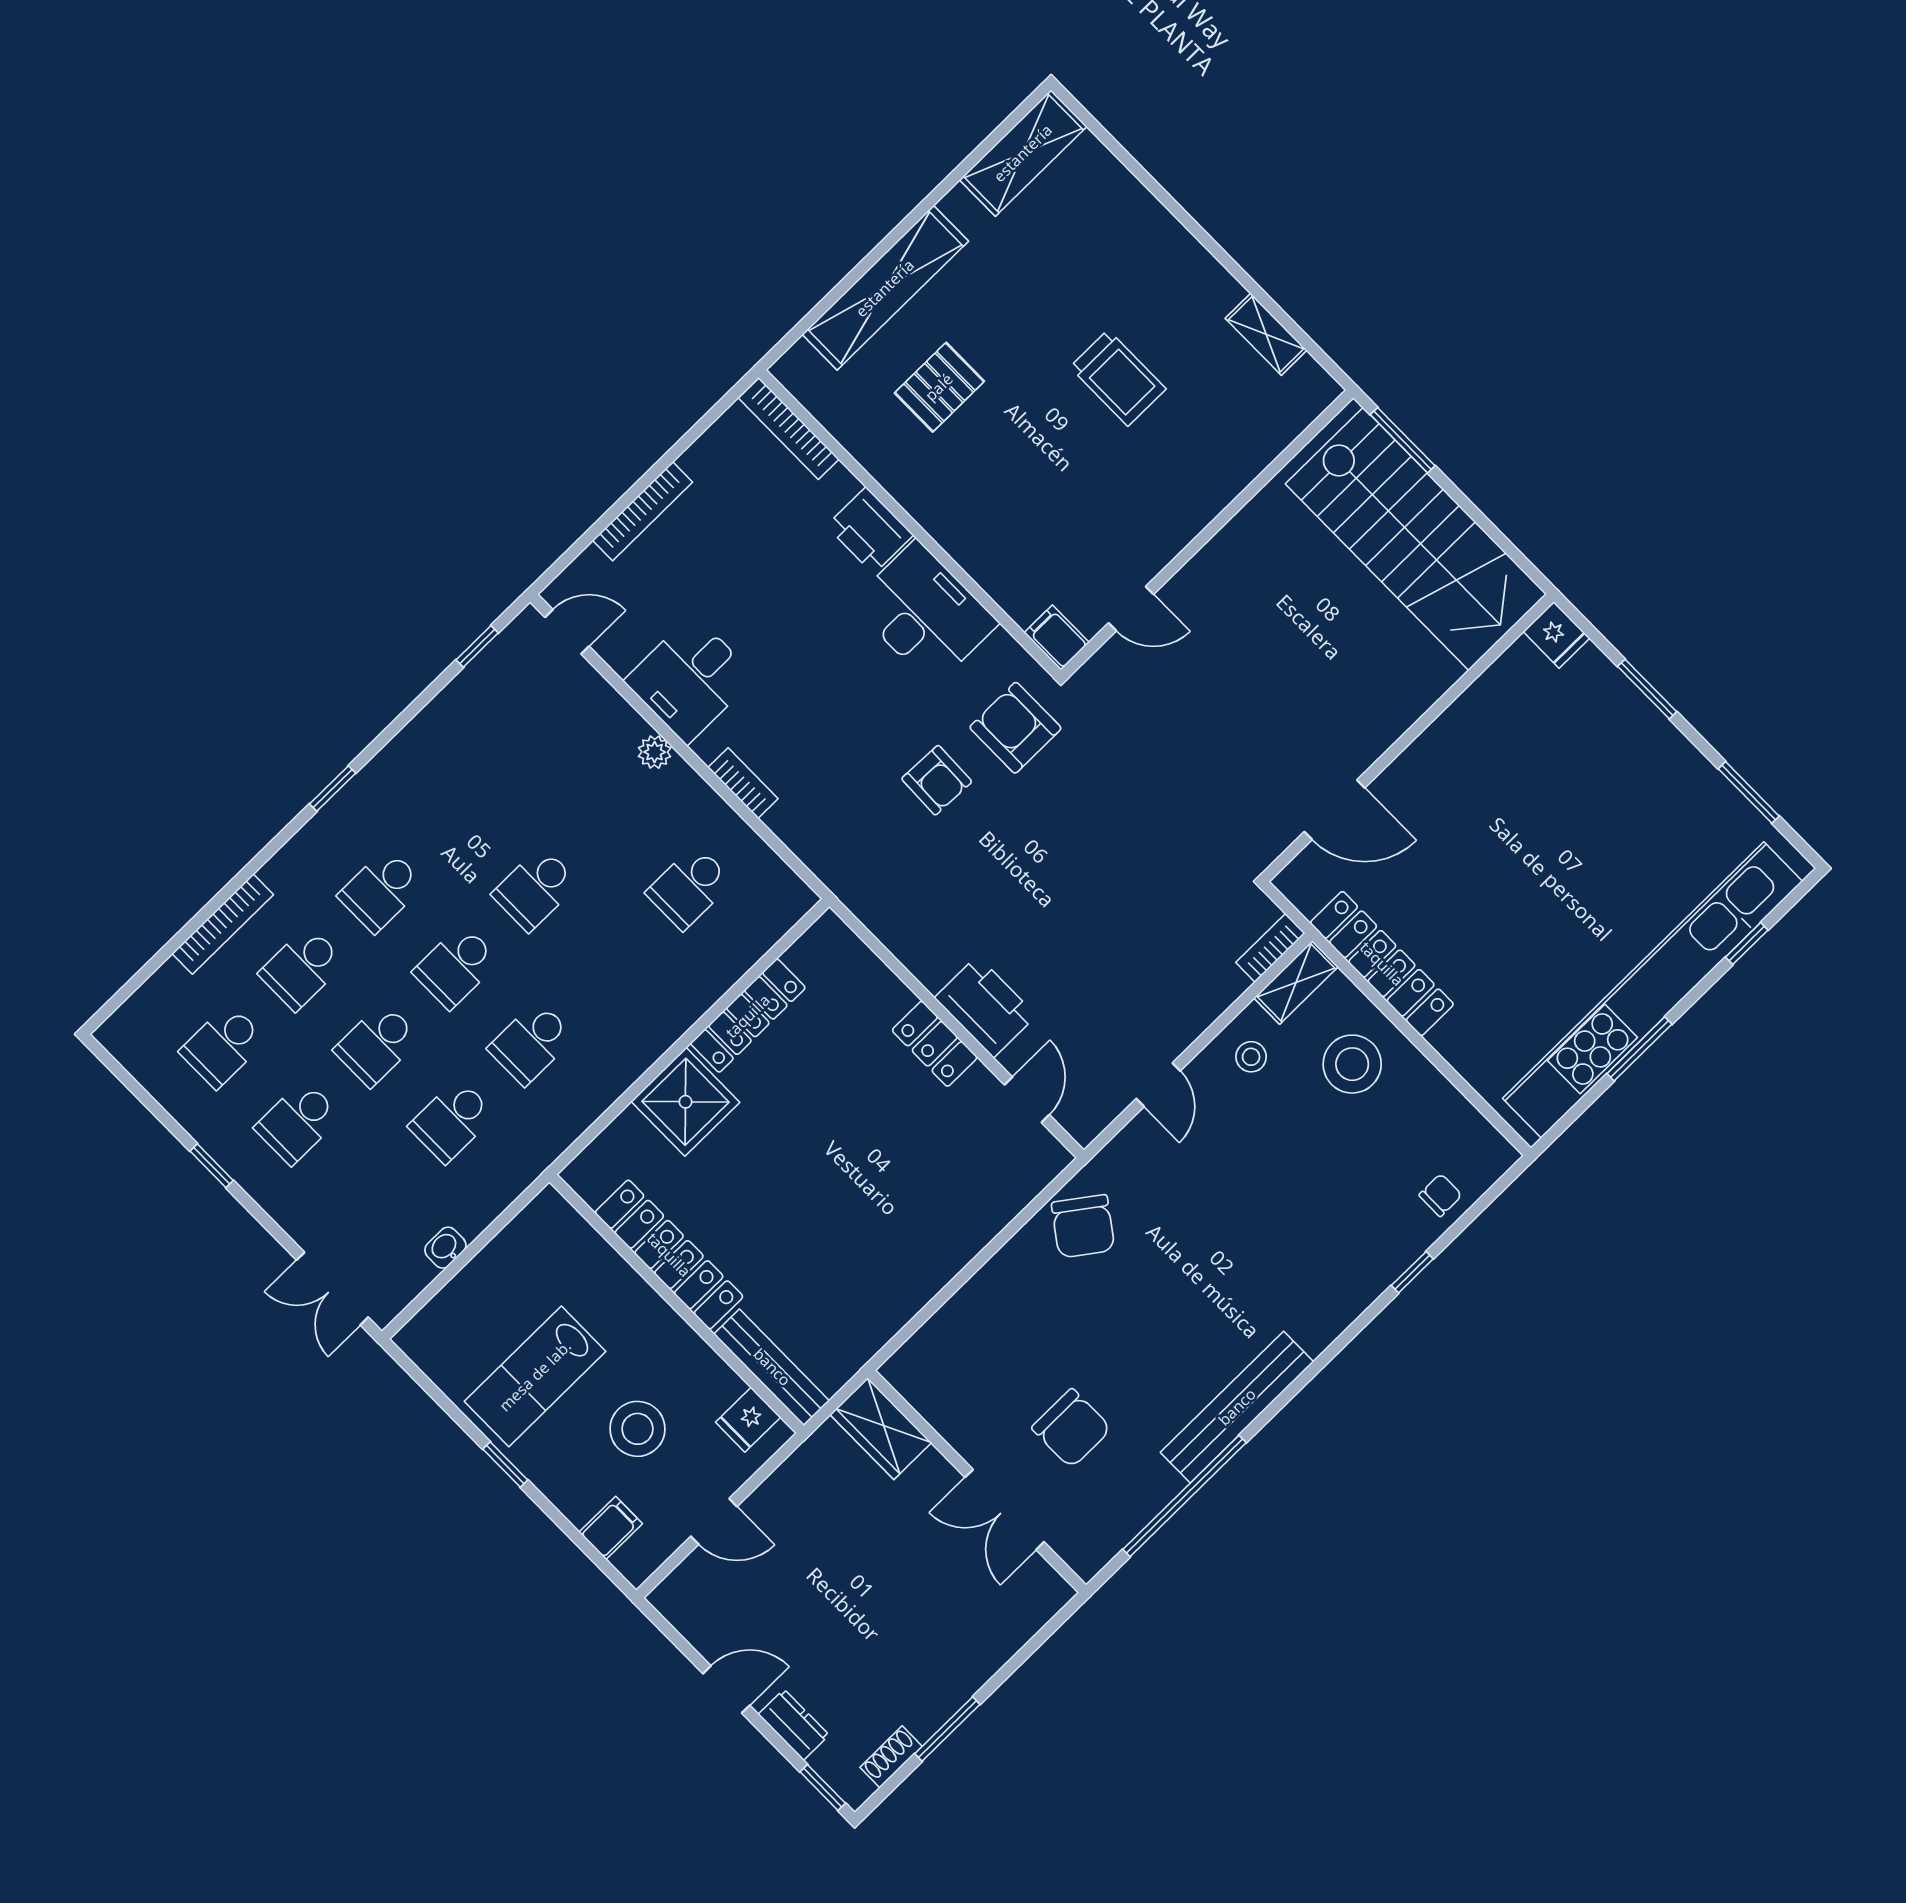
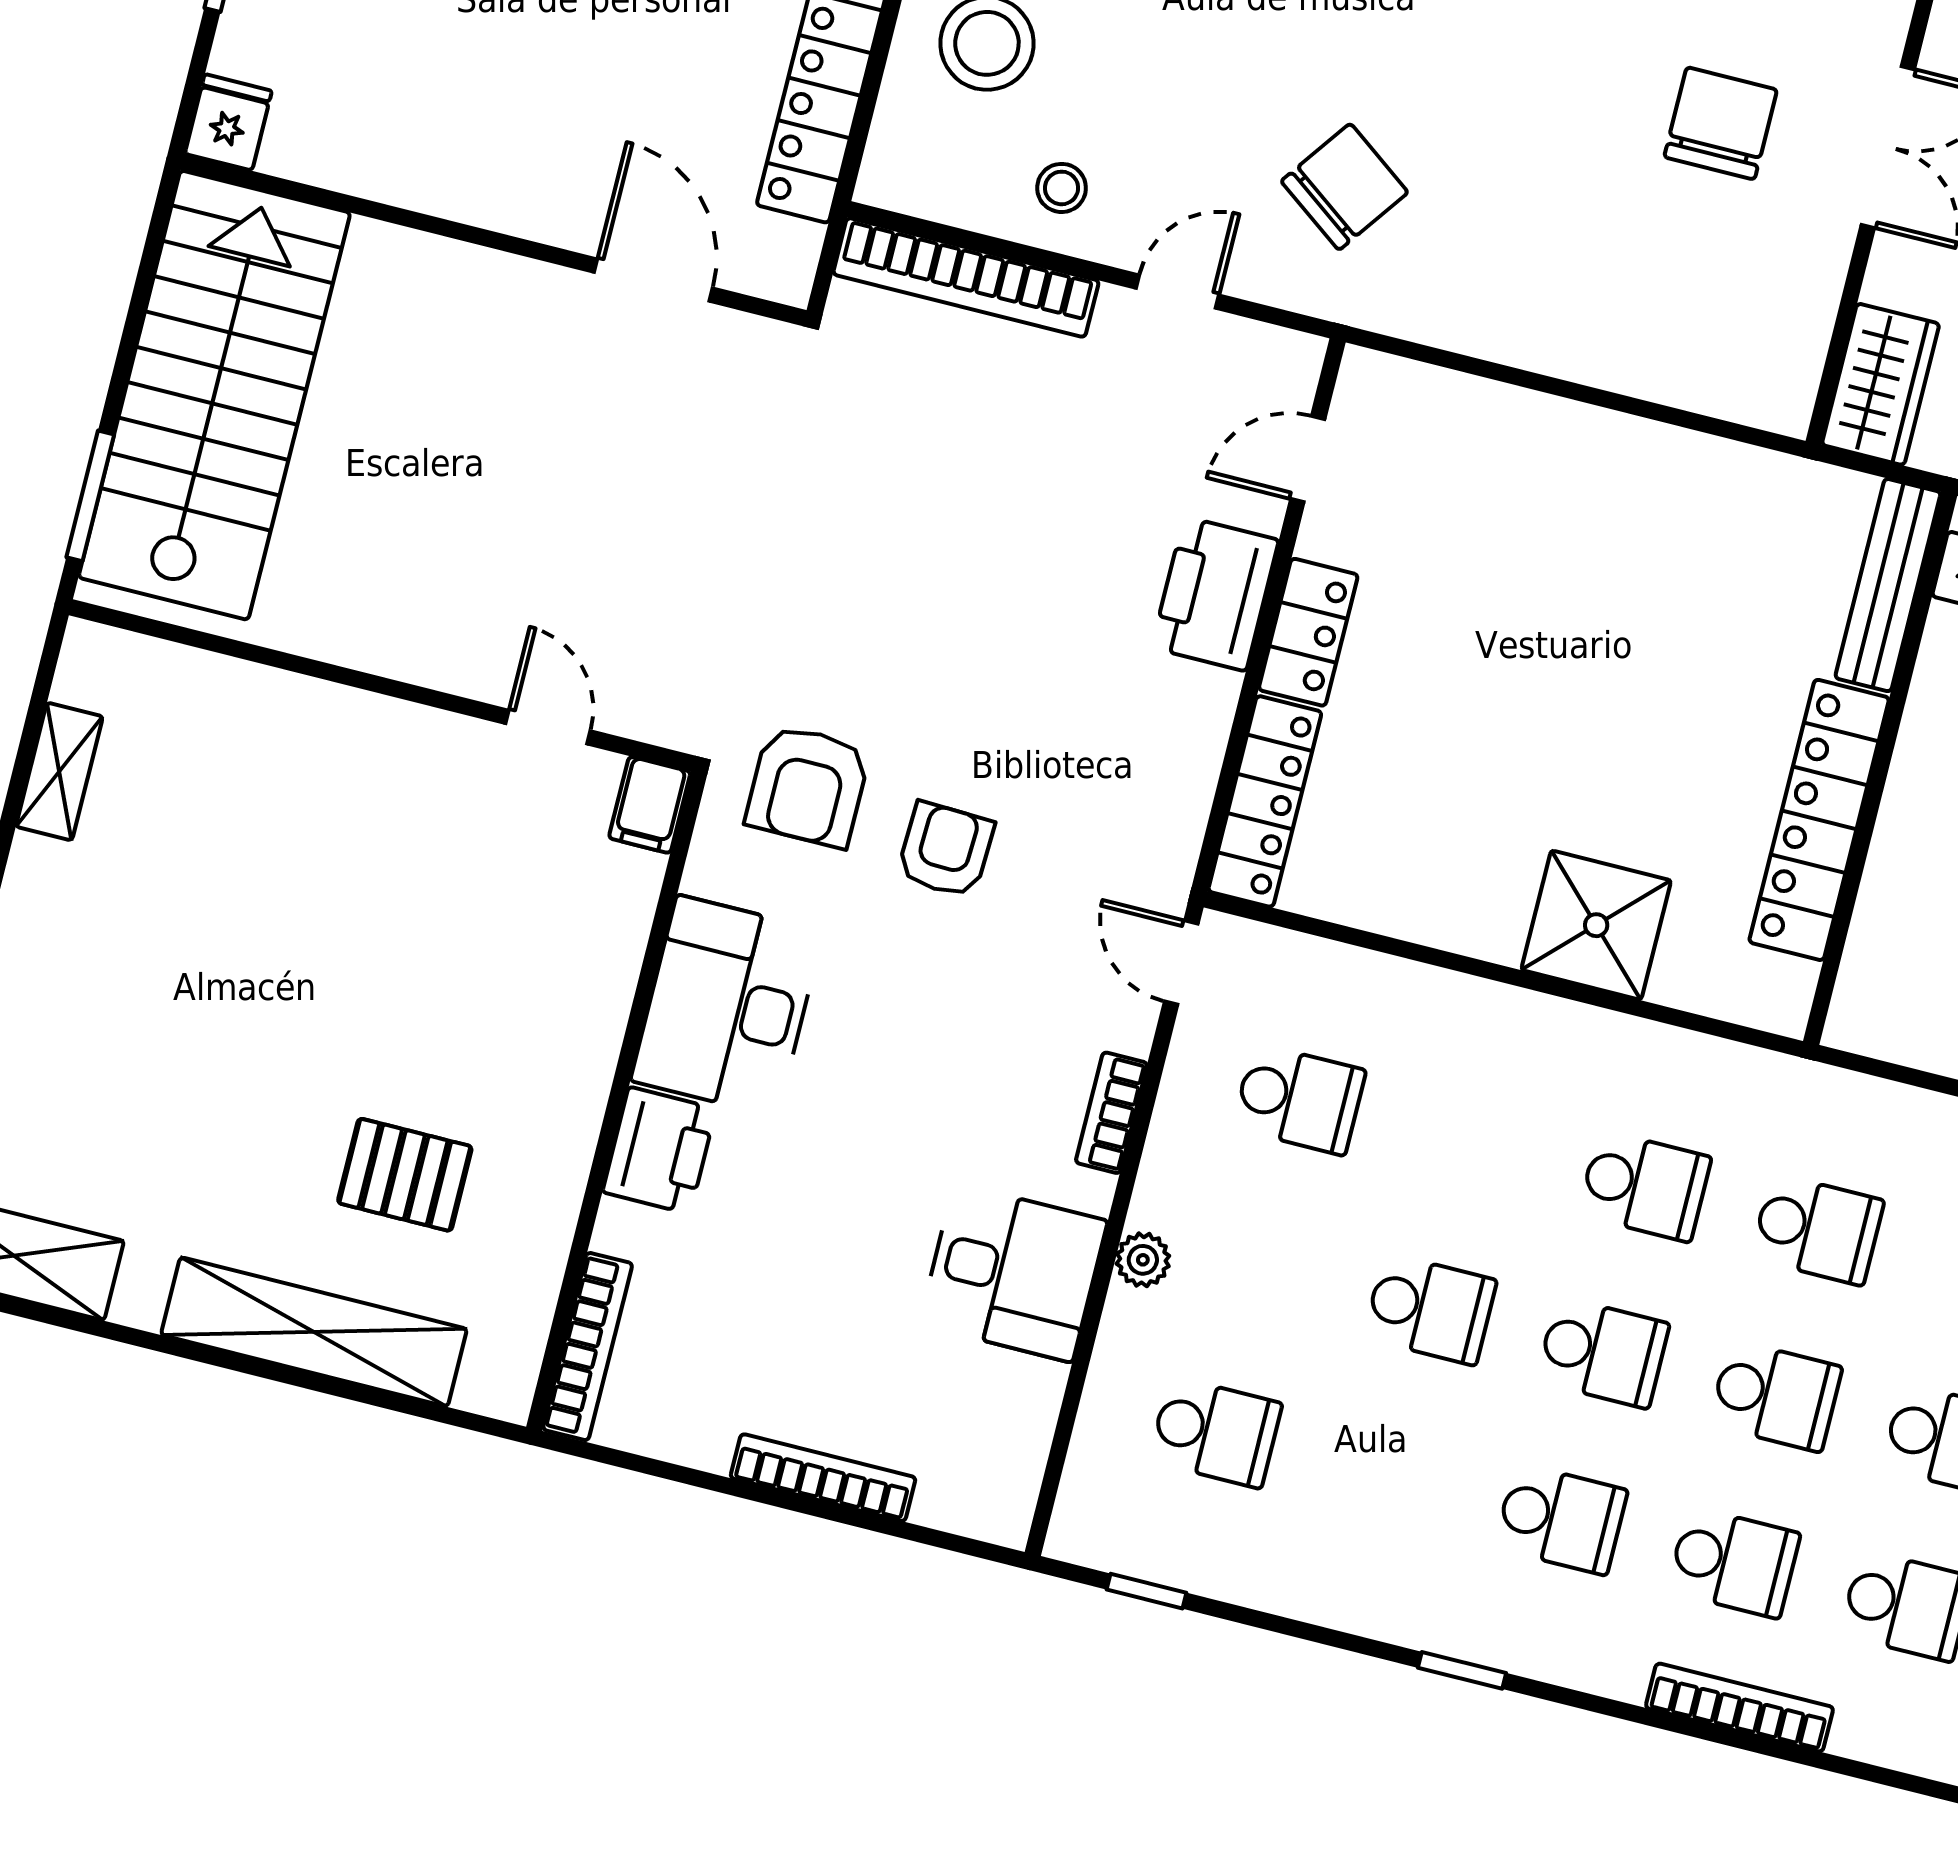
trolley: (1118, 378) -> (243, 938), removed
door: (567, 632) -> (1181, 963), moved
school desk: (539, 735) -> (1215, 1432), added
bookcase: (1270, 948) -> (966, 277), width x2.31, depth x1.31
shelving: (1296, 982) -> (922, 189), removed
locker: (748, 1016) -> (1265, 801), moved, turned 90
chair: (1083, 1226) -> (1345, 187), moved

